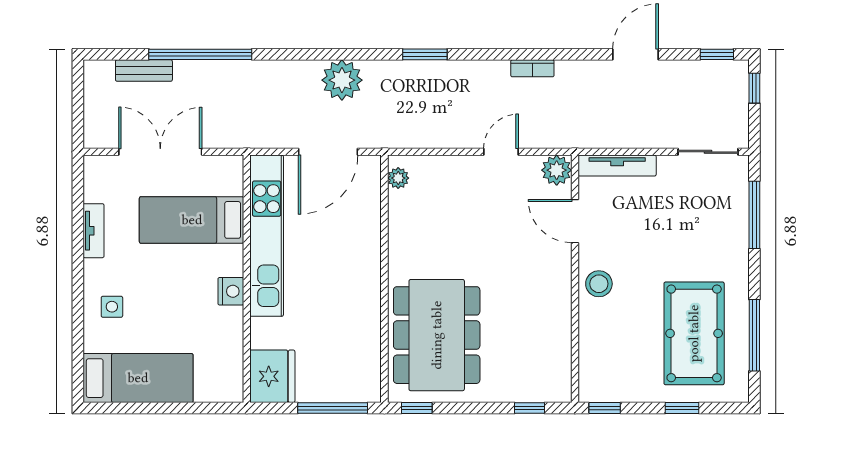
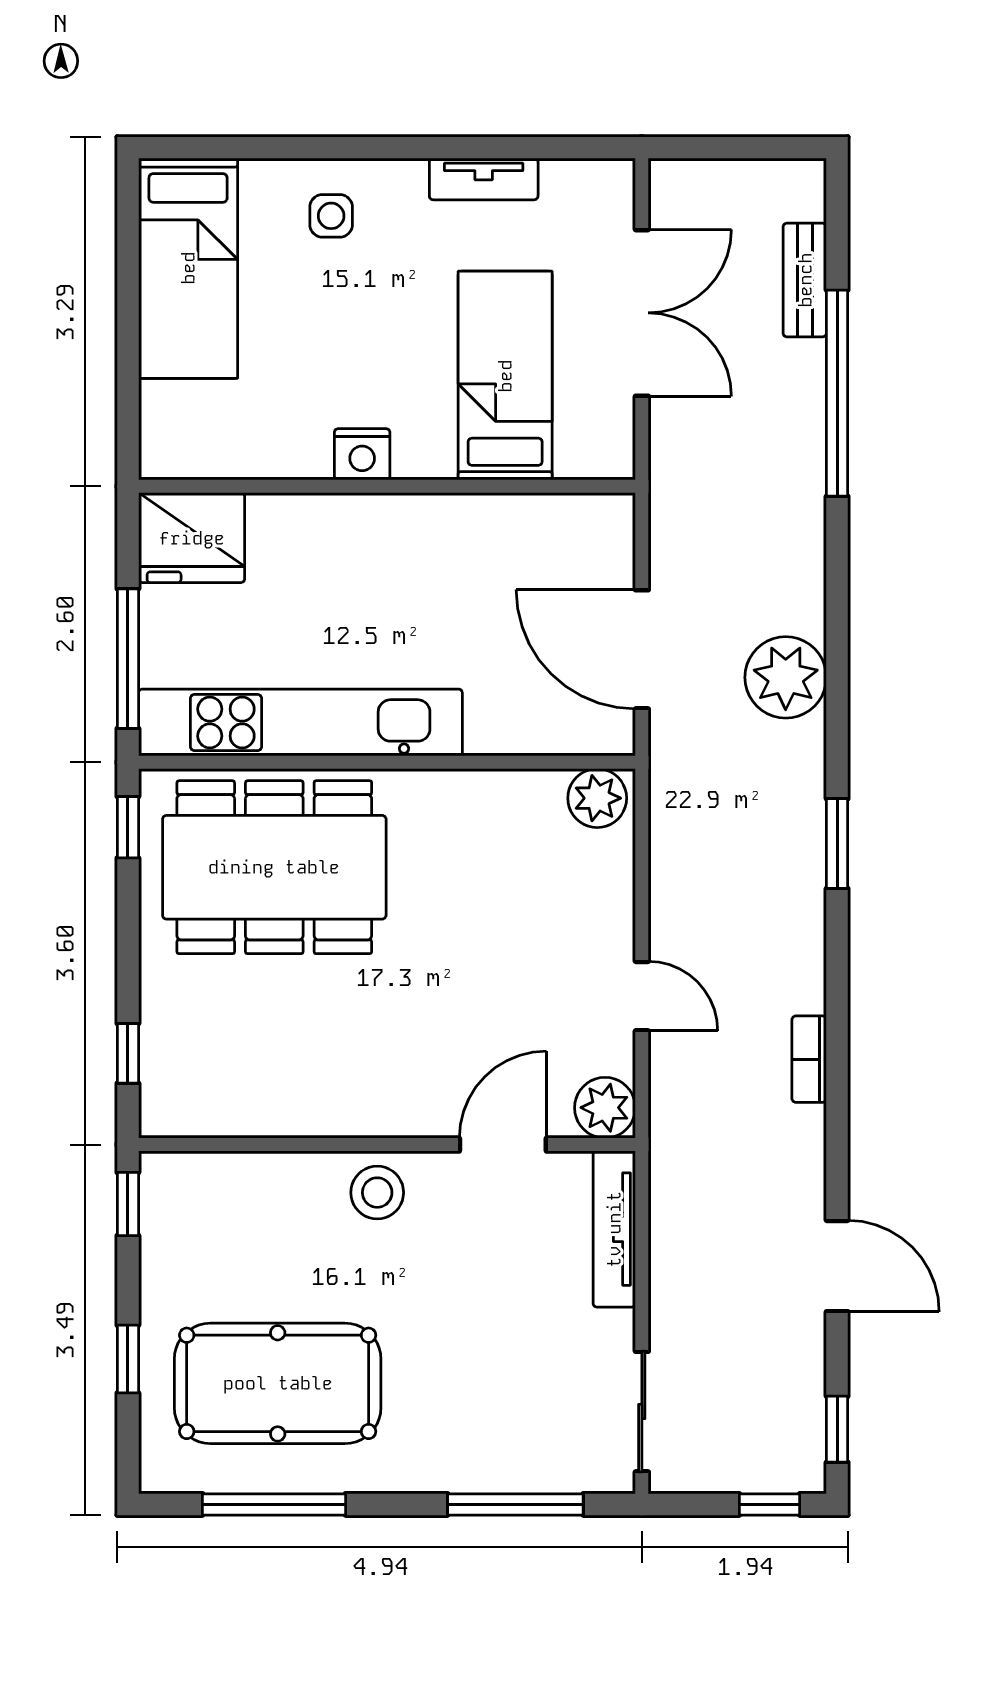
plant: (398, 178) -> (597, 798), width x1.38, depth x1.38
kitchen unit: (267, 236) -> (300, 722), moved, turned 180

